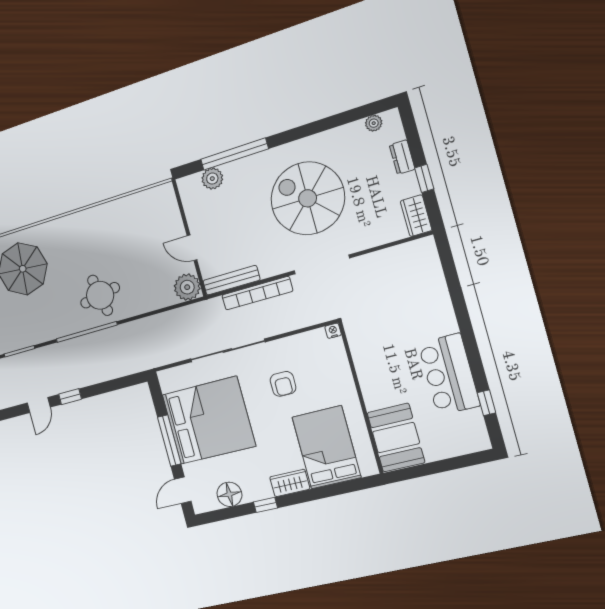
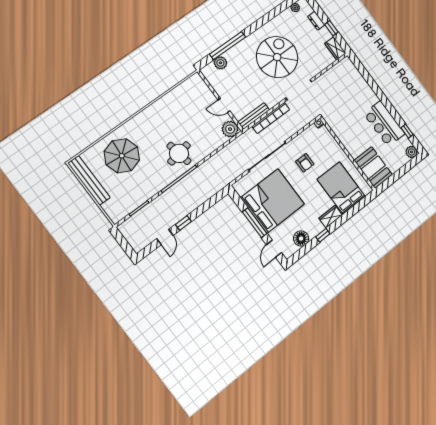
spiral stairs: (308, 198) -> (277, 57), turned 90
plant: (478, 441) -> (411, 152), added

